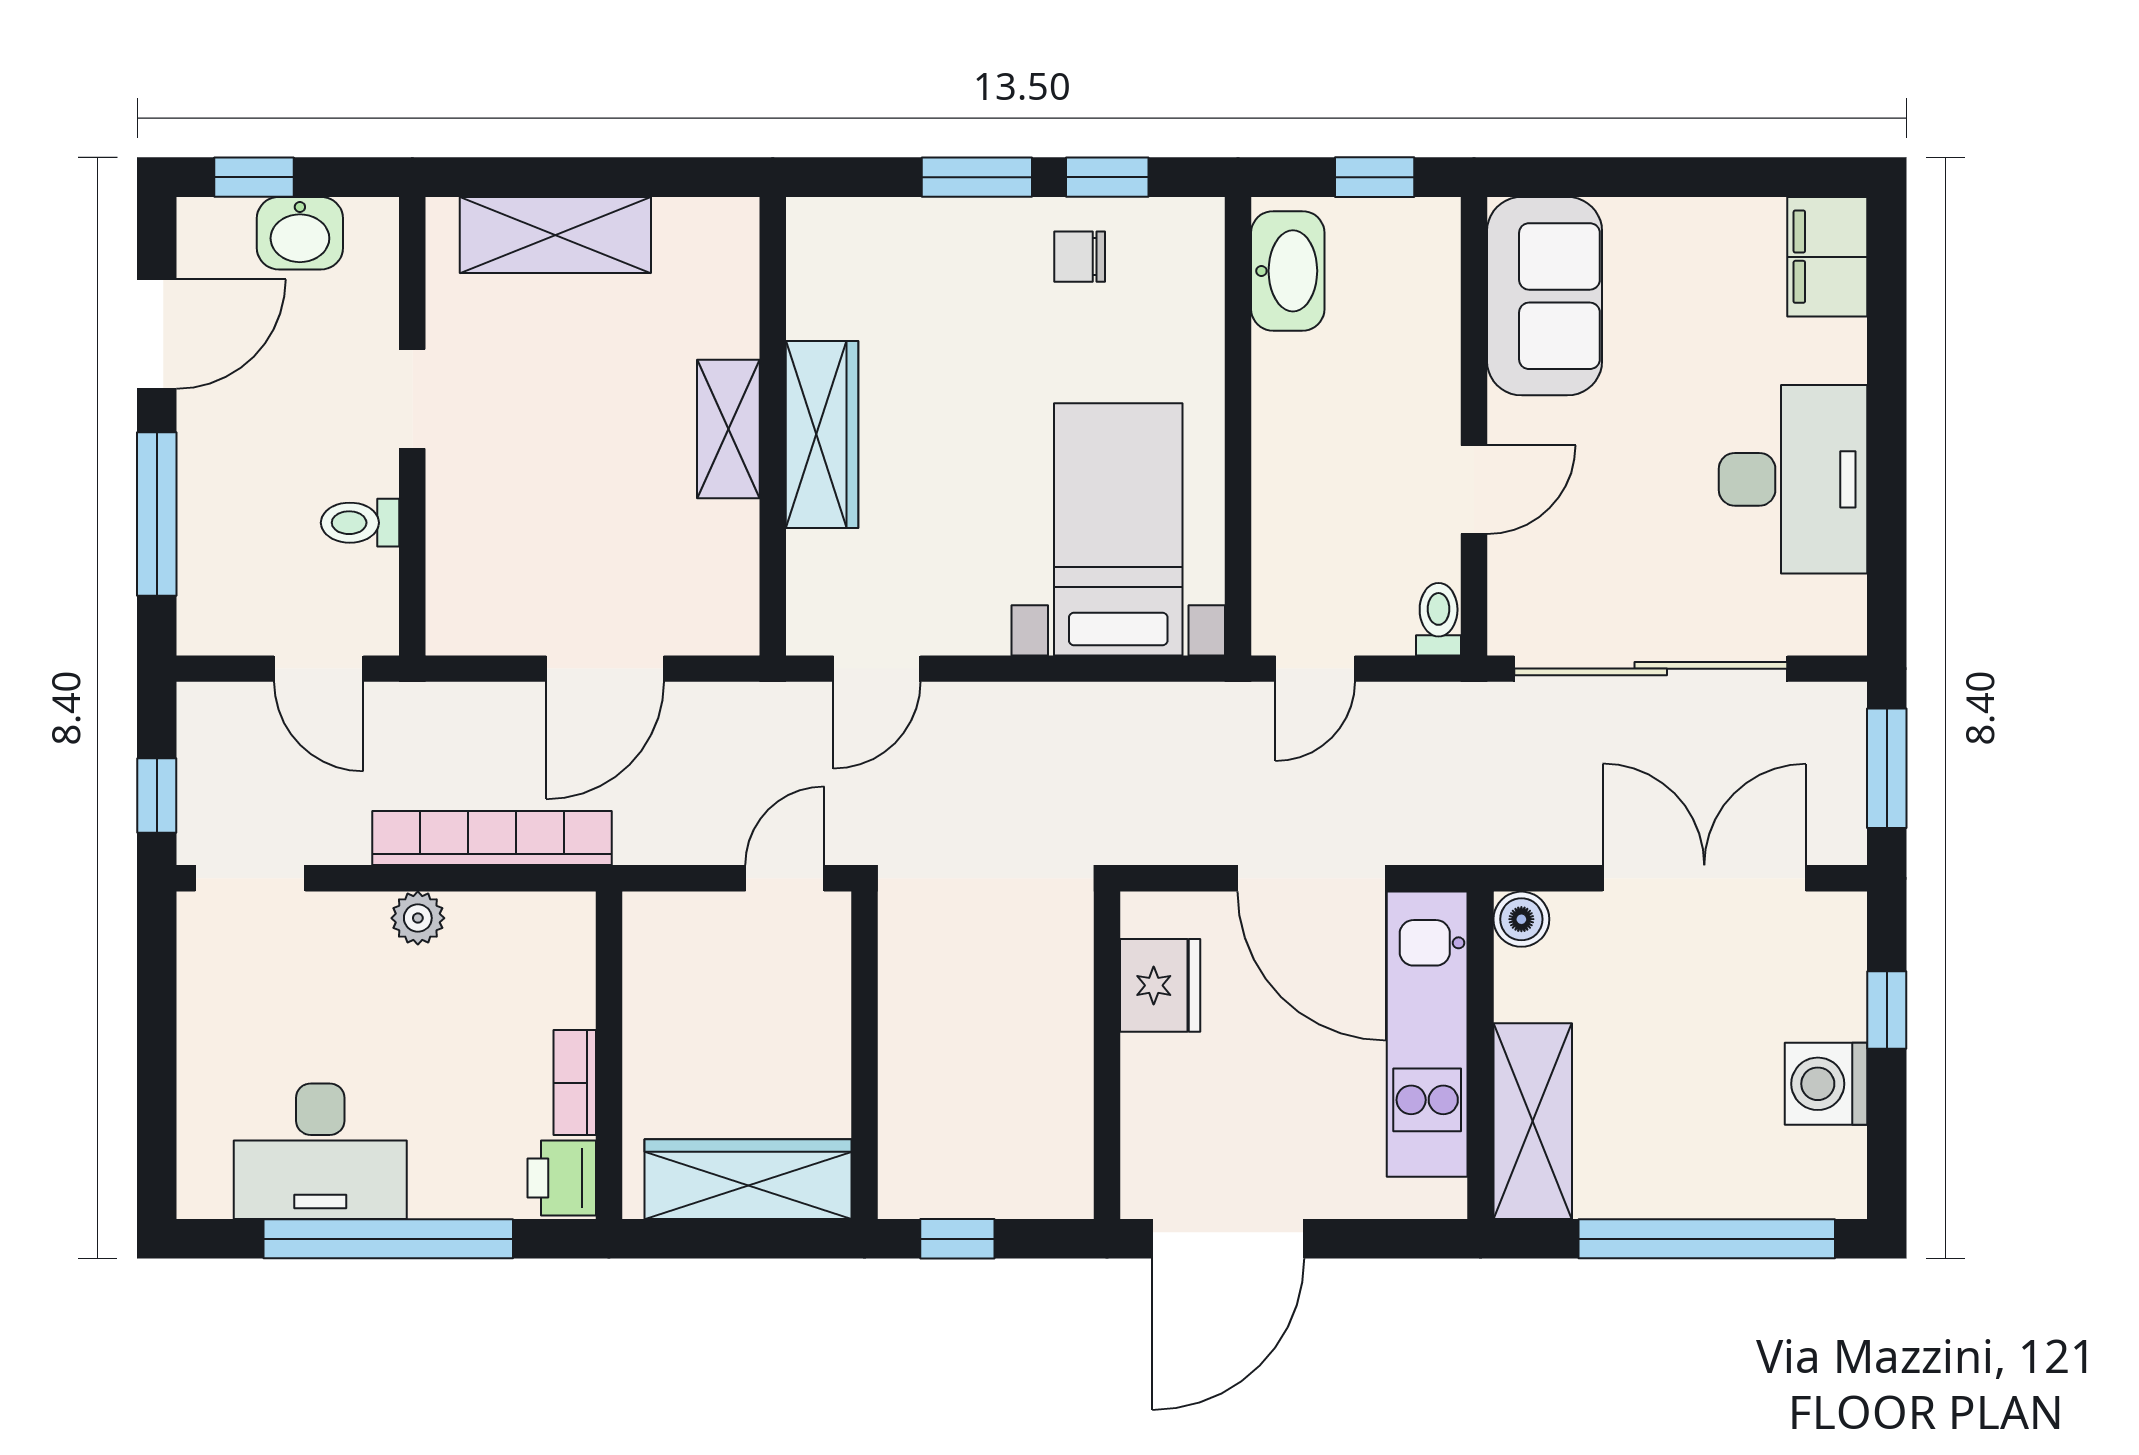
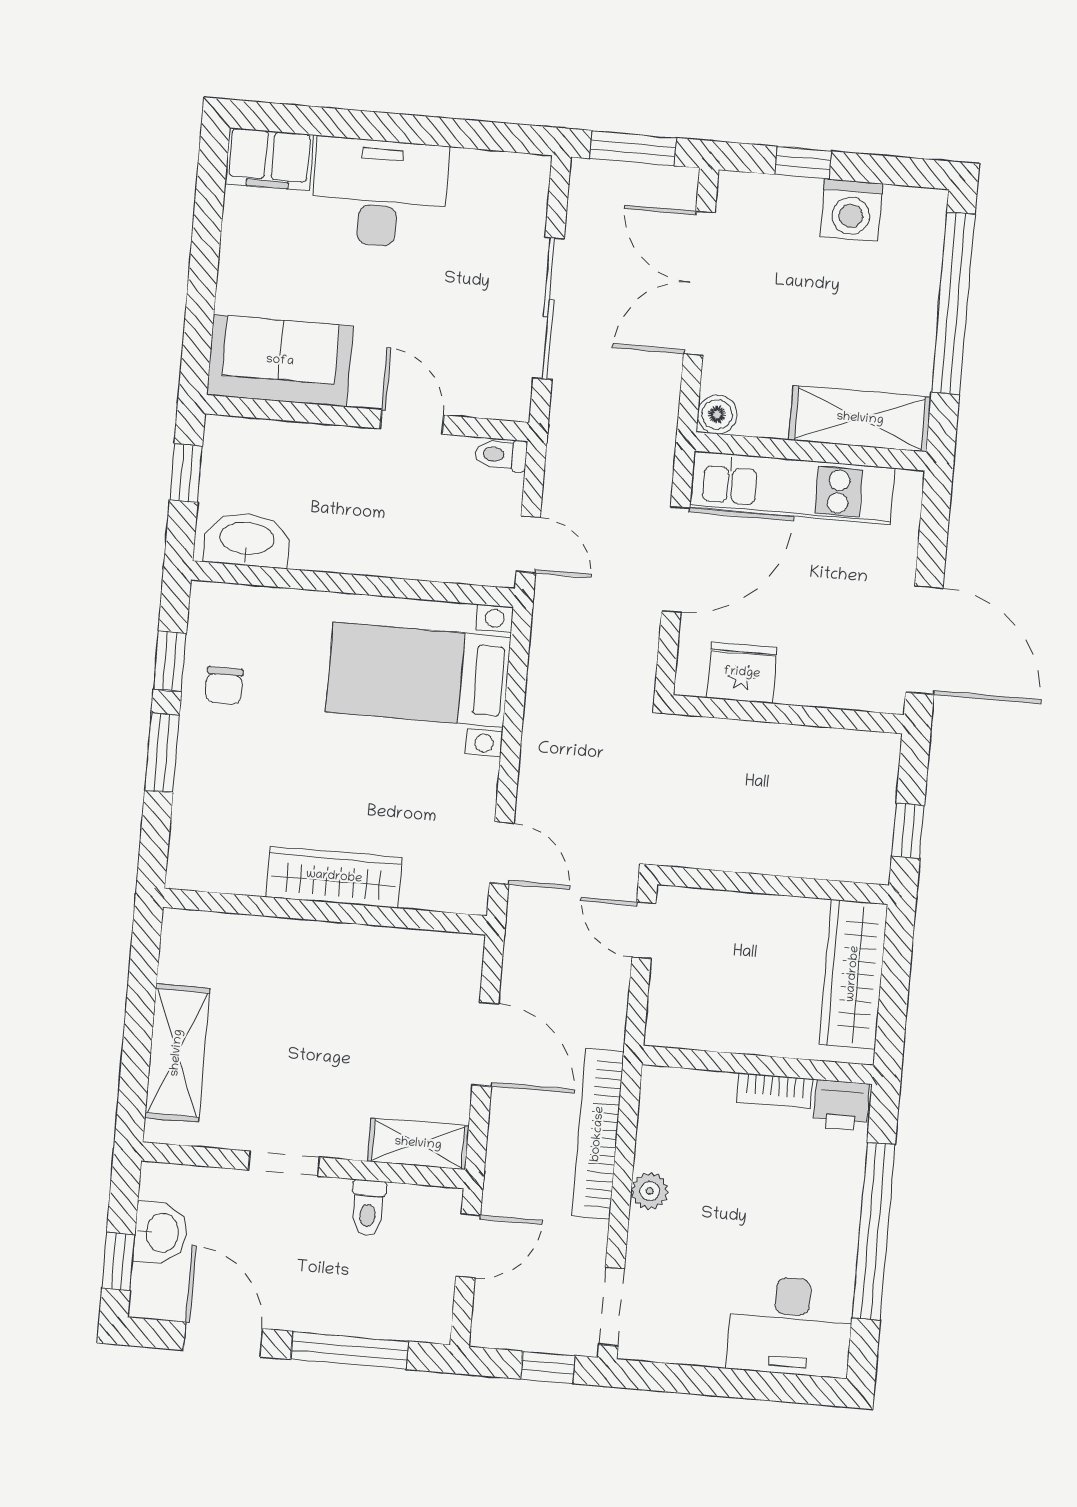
shelving: (728, 429) -> (418, 1144), moved
desk: (1793, 479) -> (379, 193), moved
sliding door: (1651, 669) -> (549, 308), width x0.73
desk: (320, 1151) -> (790, 1326), moved, turned 90

